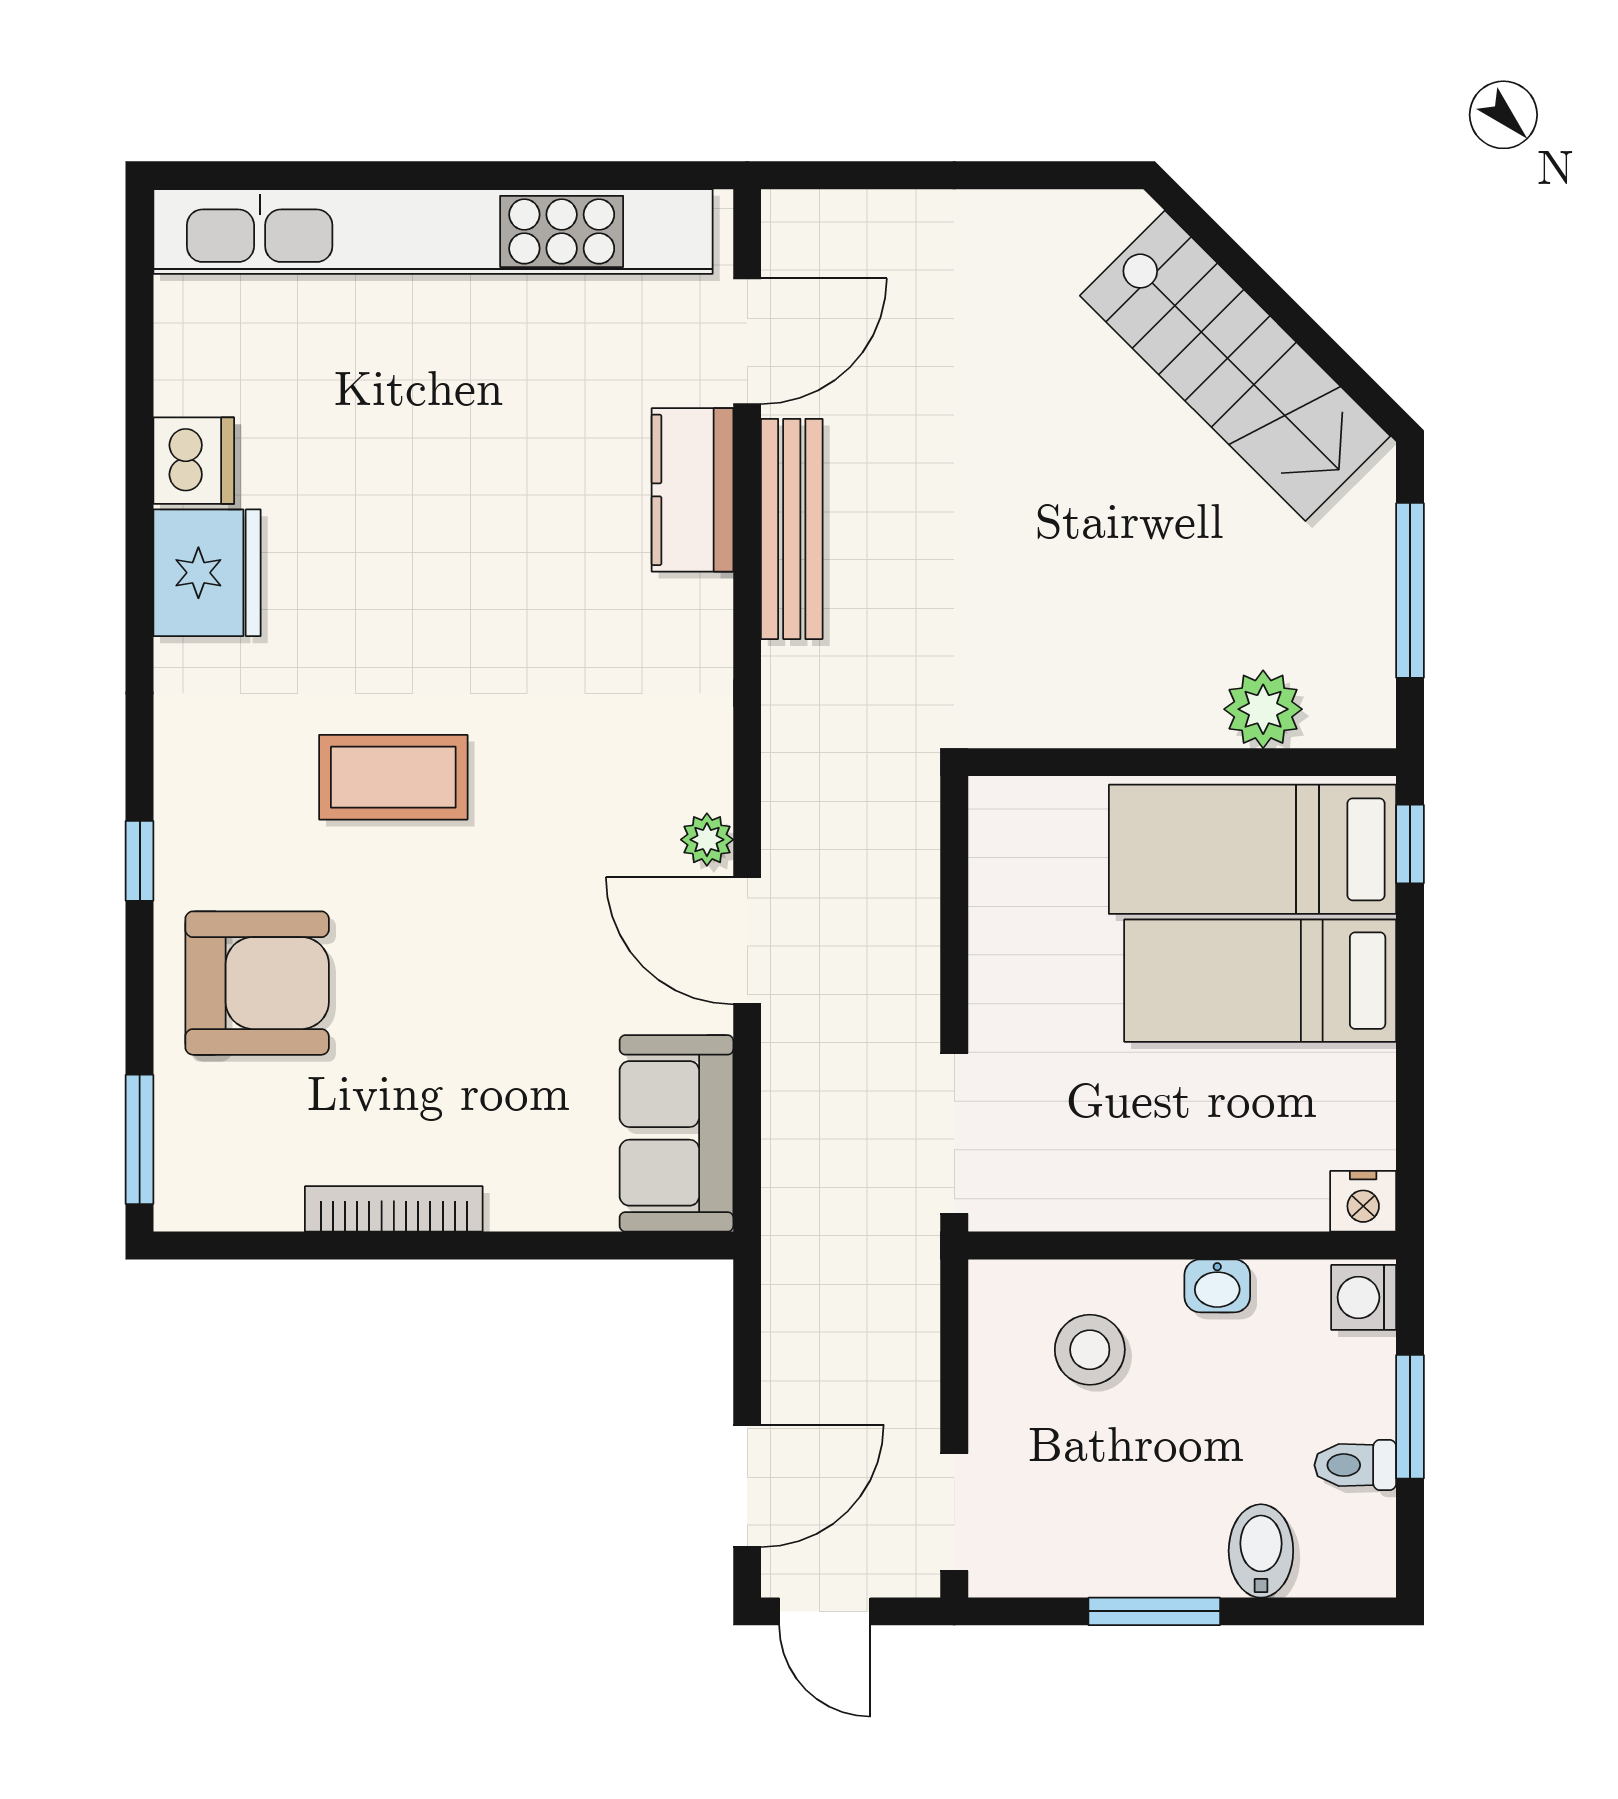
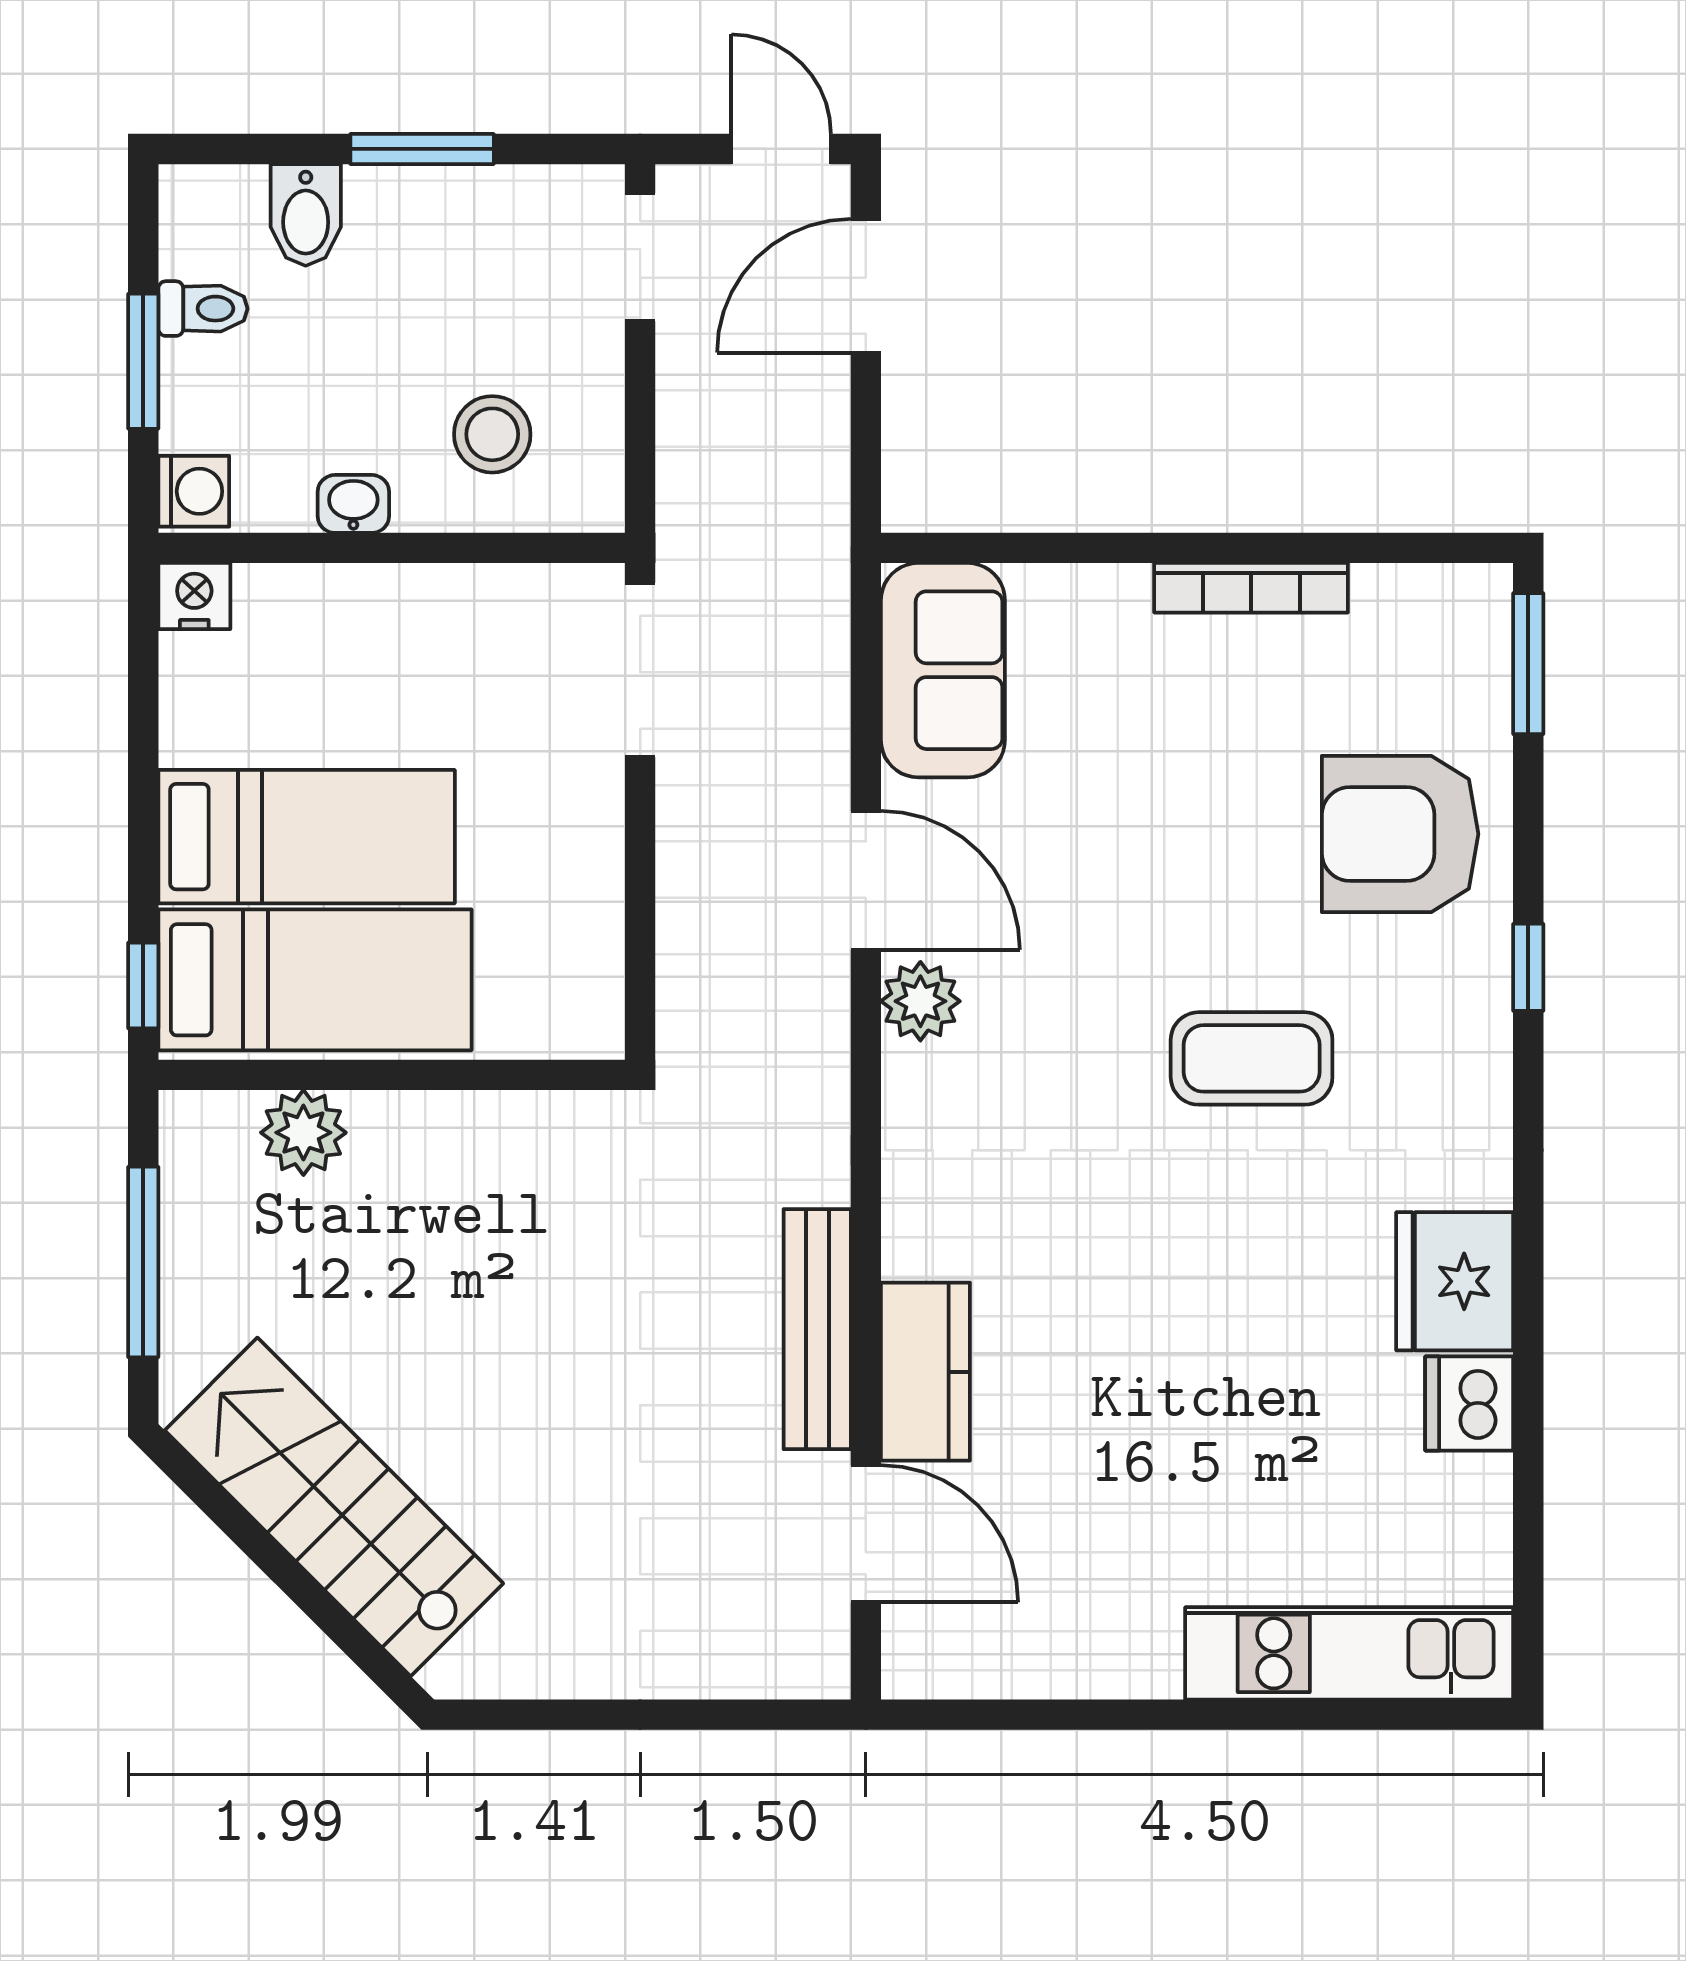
kitchen unit: (433, 231) -> (1349, 1653), width x0.54
door: (747, 341) -> (866, 1534), swing flipped
plant: (707, 840) -> (920, 1001), width x1.38, depth x1.38

